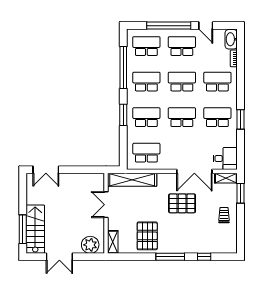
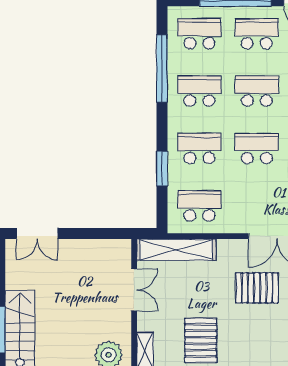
window: (123, 115) -> (162, 169), moved
double door: (106, 205) -> (134, 290), swing flipped

